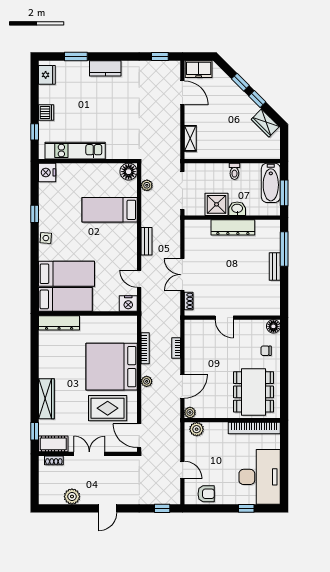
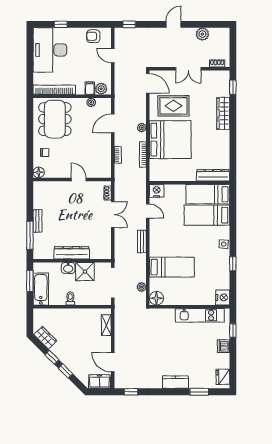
plant: (190, 412) -> (91, 102), moved
filing cabinet: (211, 430) -> (90, 88), added
cot: (53, 444) -> (218, 77), removed

